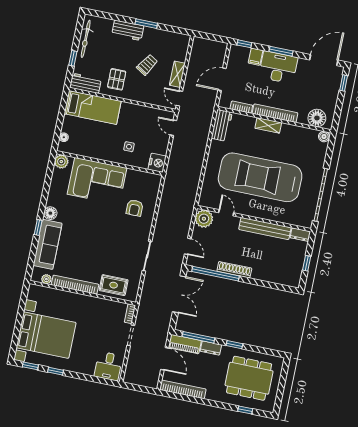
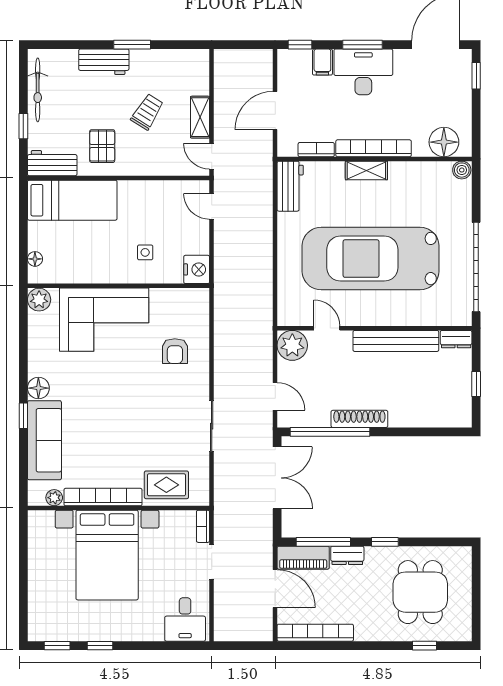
bed with nightstands: (46, 335) -> (107, 555), moved, turned 90
dining table: (249, 378) -> (420, 592), width x0.73

